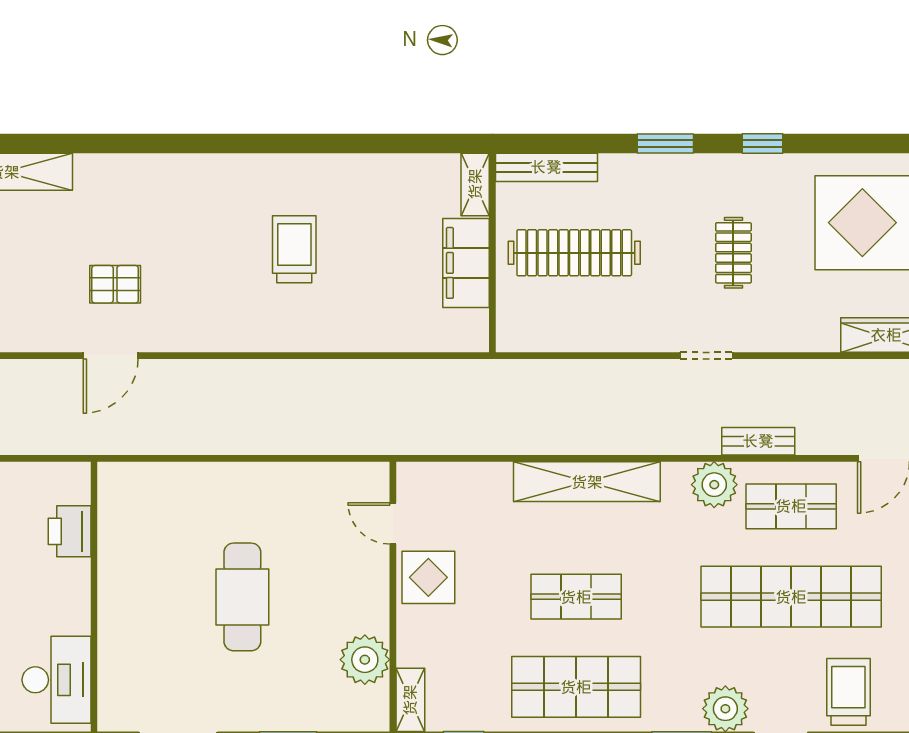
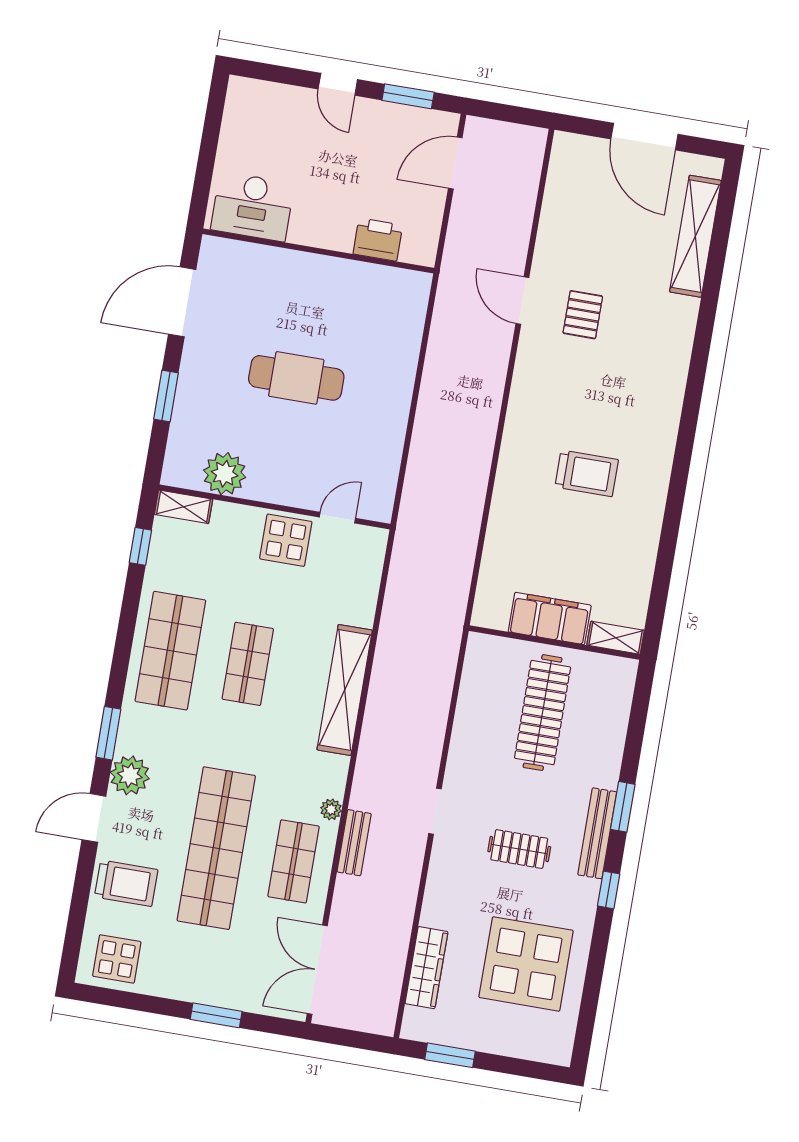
bench: (546, 167) -> (597, 833), moved
plant: (714, 485) -> (331, 809), width x0.53, depth x0.53

